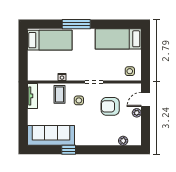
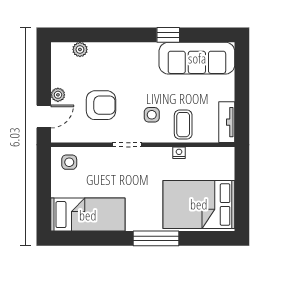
bed: (50, 40) -> (199, 204), width x1.50

